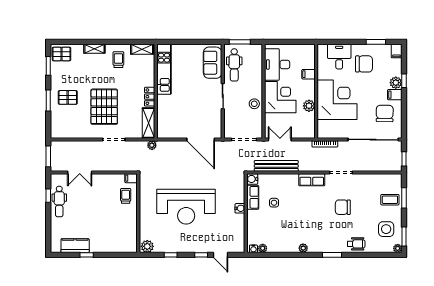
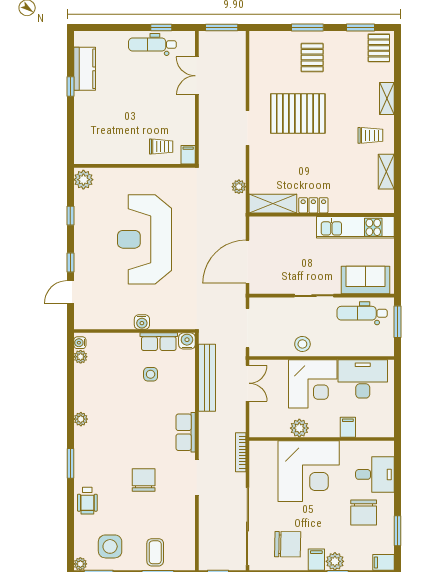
kitchen unit: (164, 69) -> (355, 227), moved
wall: (156, 91) -> (322, 215), moved
locker: (150, 97) -> (313, 205), moved
shelving: (149, 123) -> (273, 204), moved

